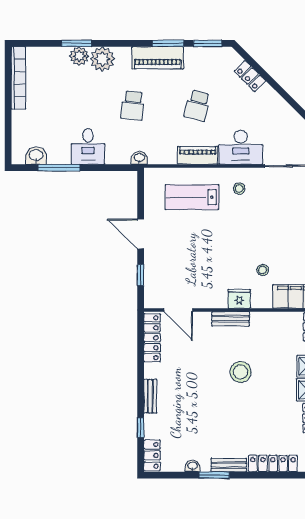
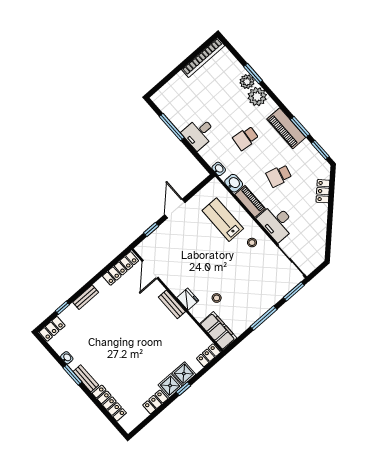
washbasin: (36, 156) -> (234, 183), moved
stool: (241, 372) -> (146, 337), removed

